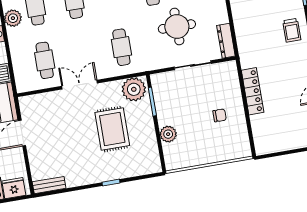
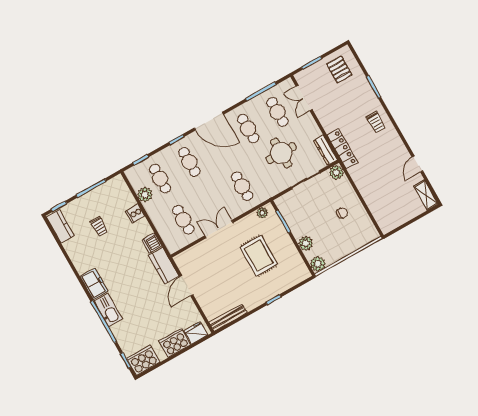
plant: (229, 69) -> (336, 172), added
plant: (134, 89) -> (262, 213), width x0.53, depth x0.53
locker: (253, 91) -> (342, 149), moved
plant: (173, 161) -> (318, 264), added
bench: (49, 185) -> (228, 318), width x1.36

